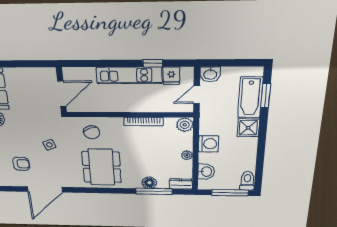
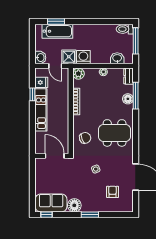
shower: (248, 128) -> (69, 57), moved
washing machine: (209, 144) -> (83, 57), moved

